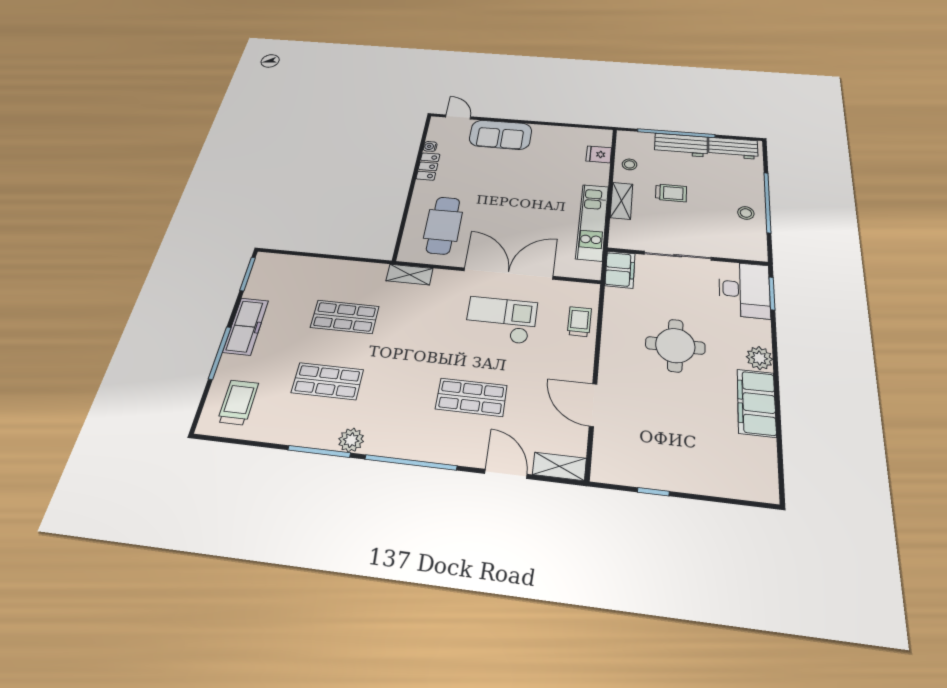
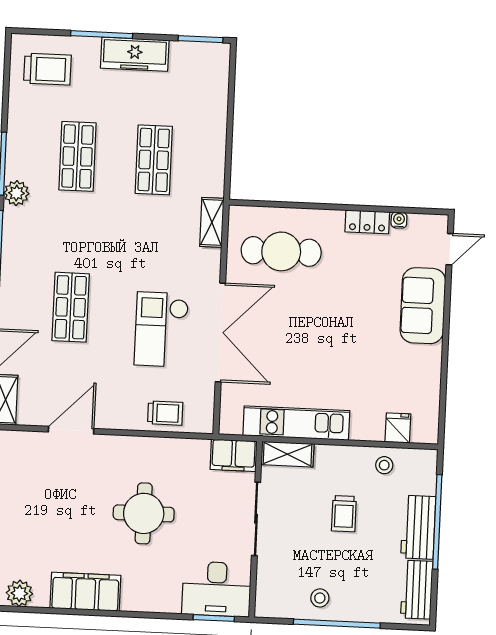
shelving: (621, 201) -> (288, 454), moved
checkout: (501, 320) -> (161, 329), turned 180
plant: (759, 358) -> (19, 593), moved

